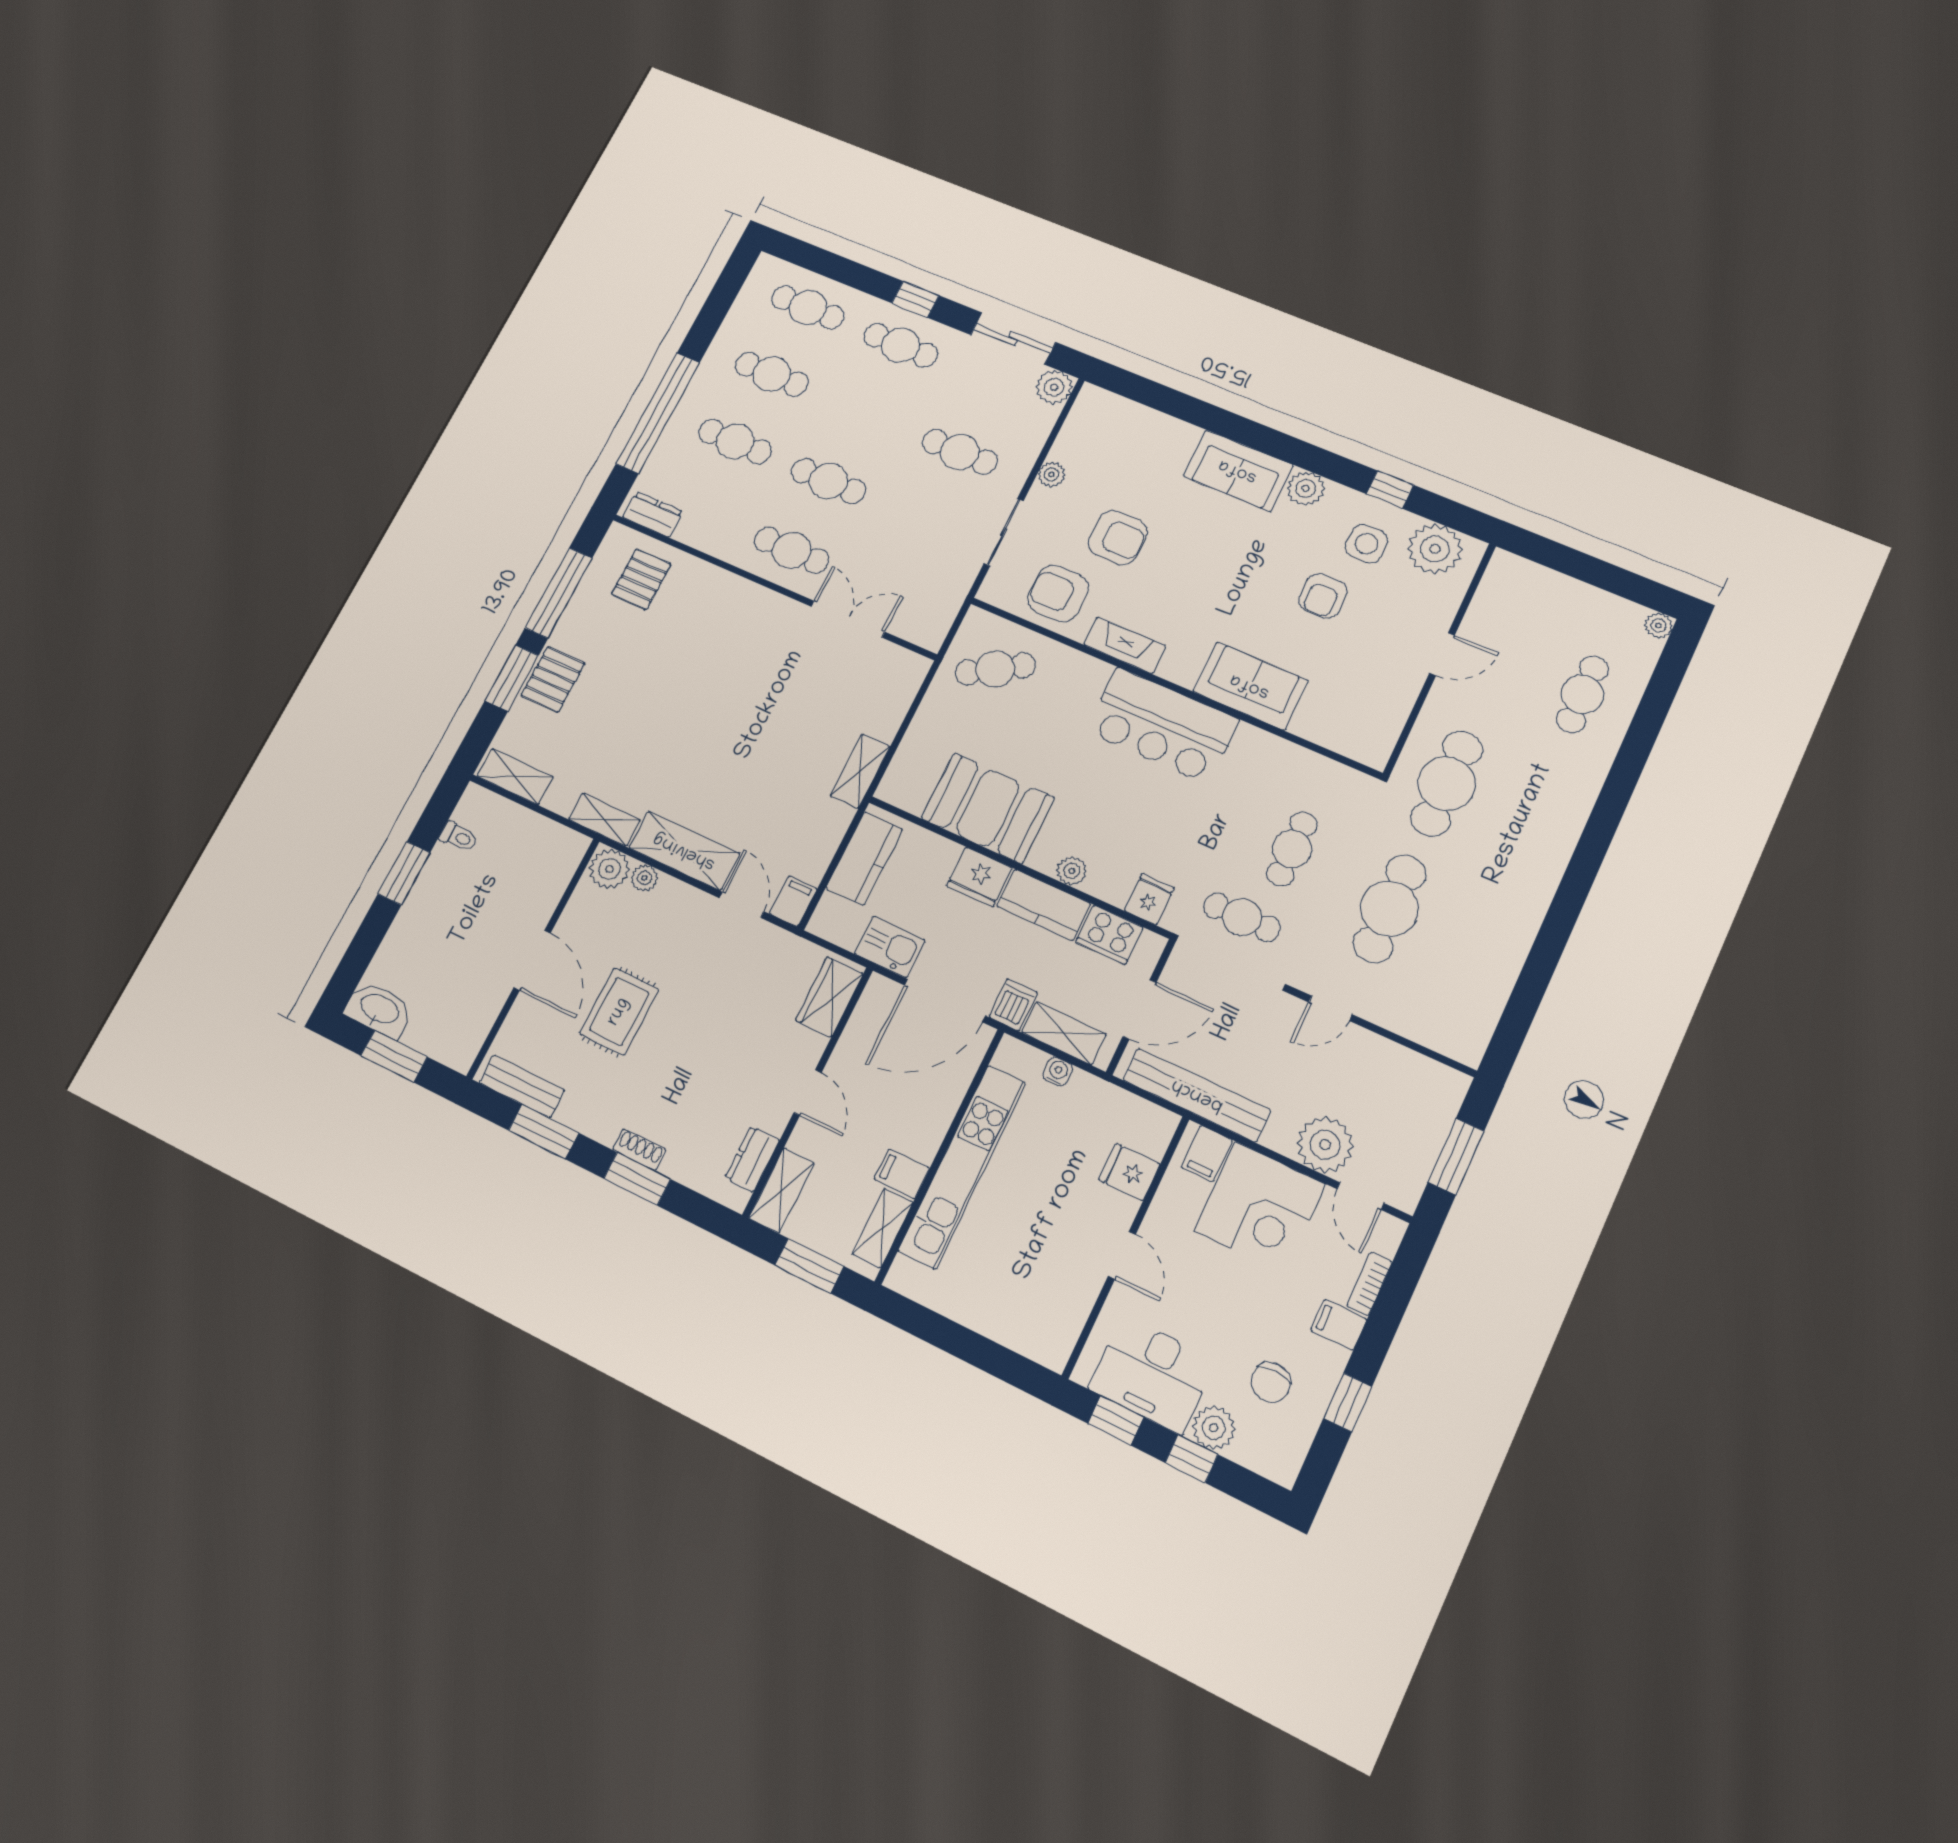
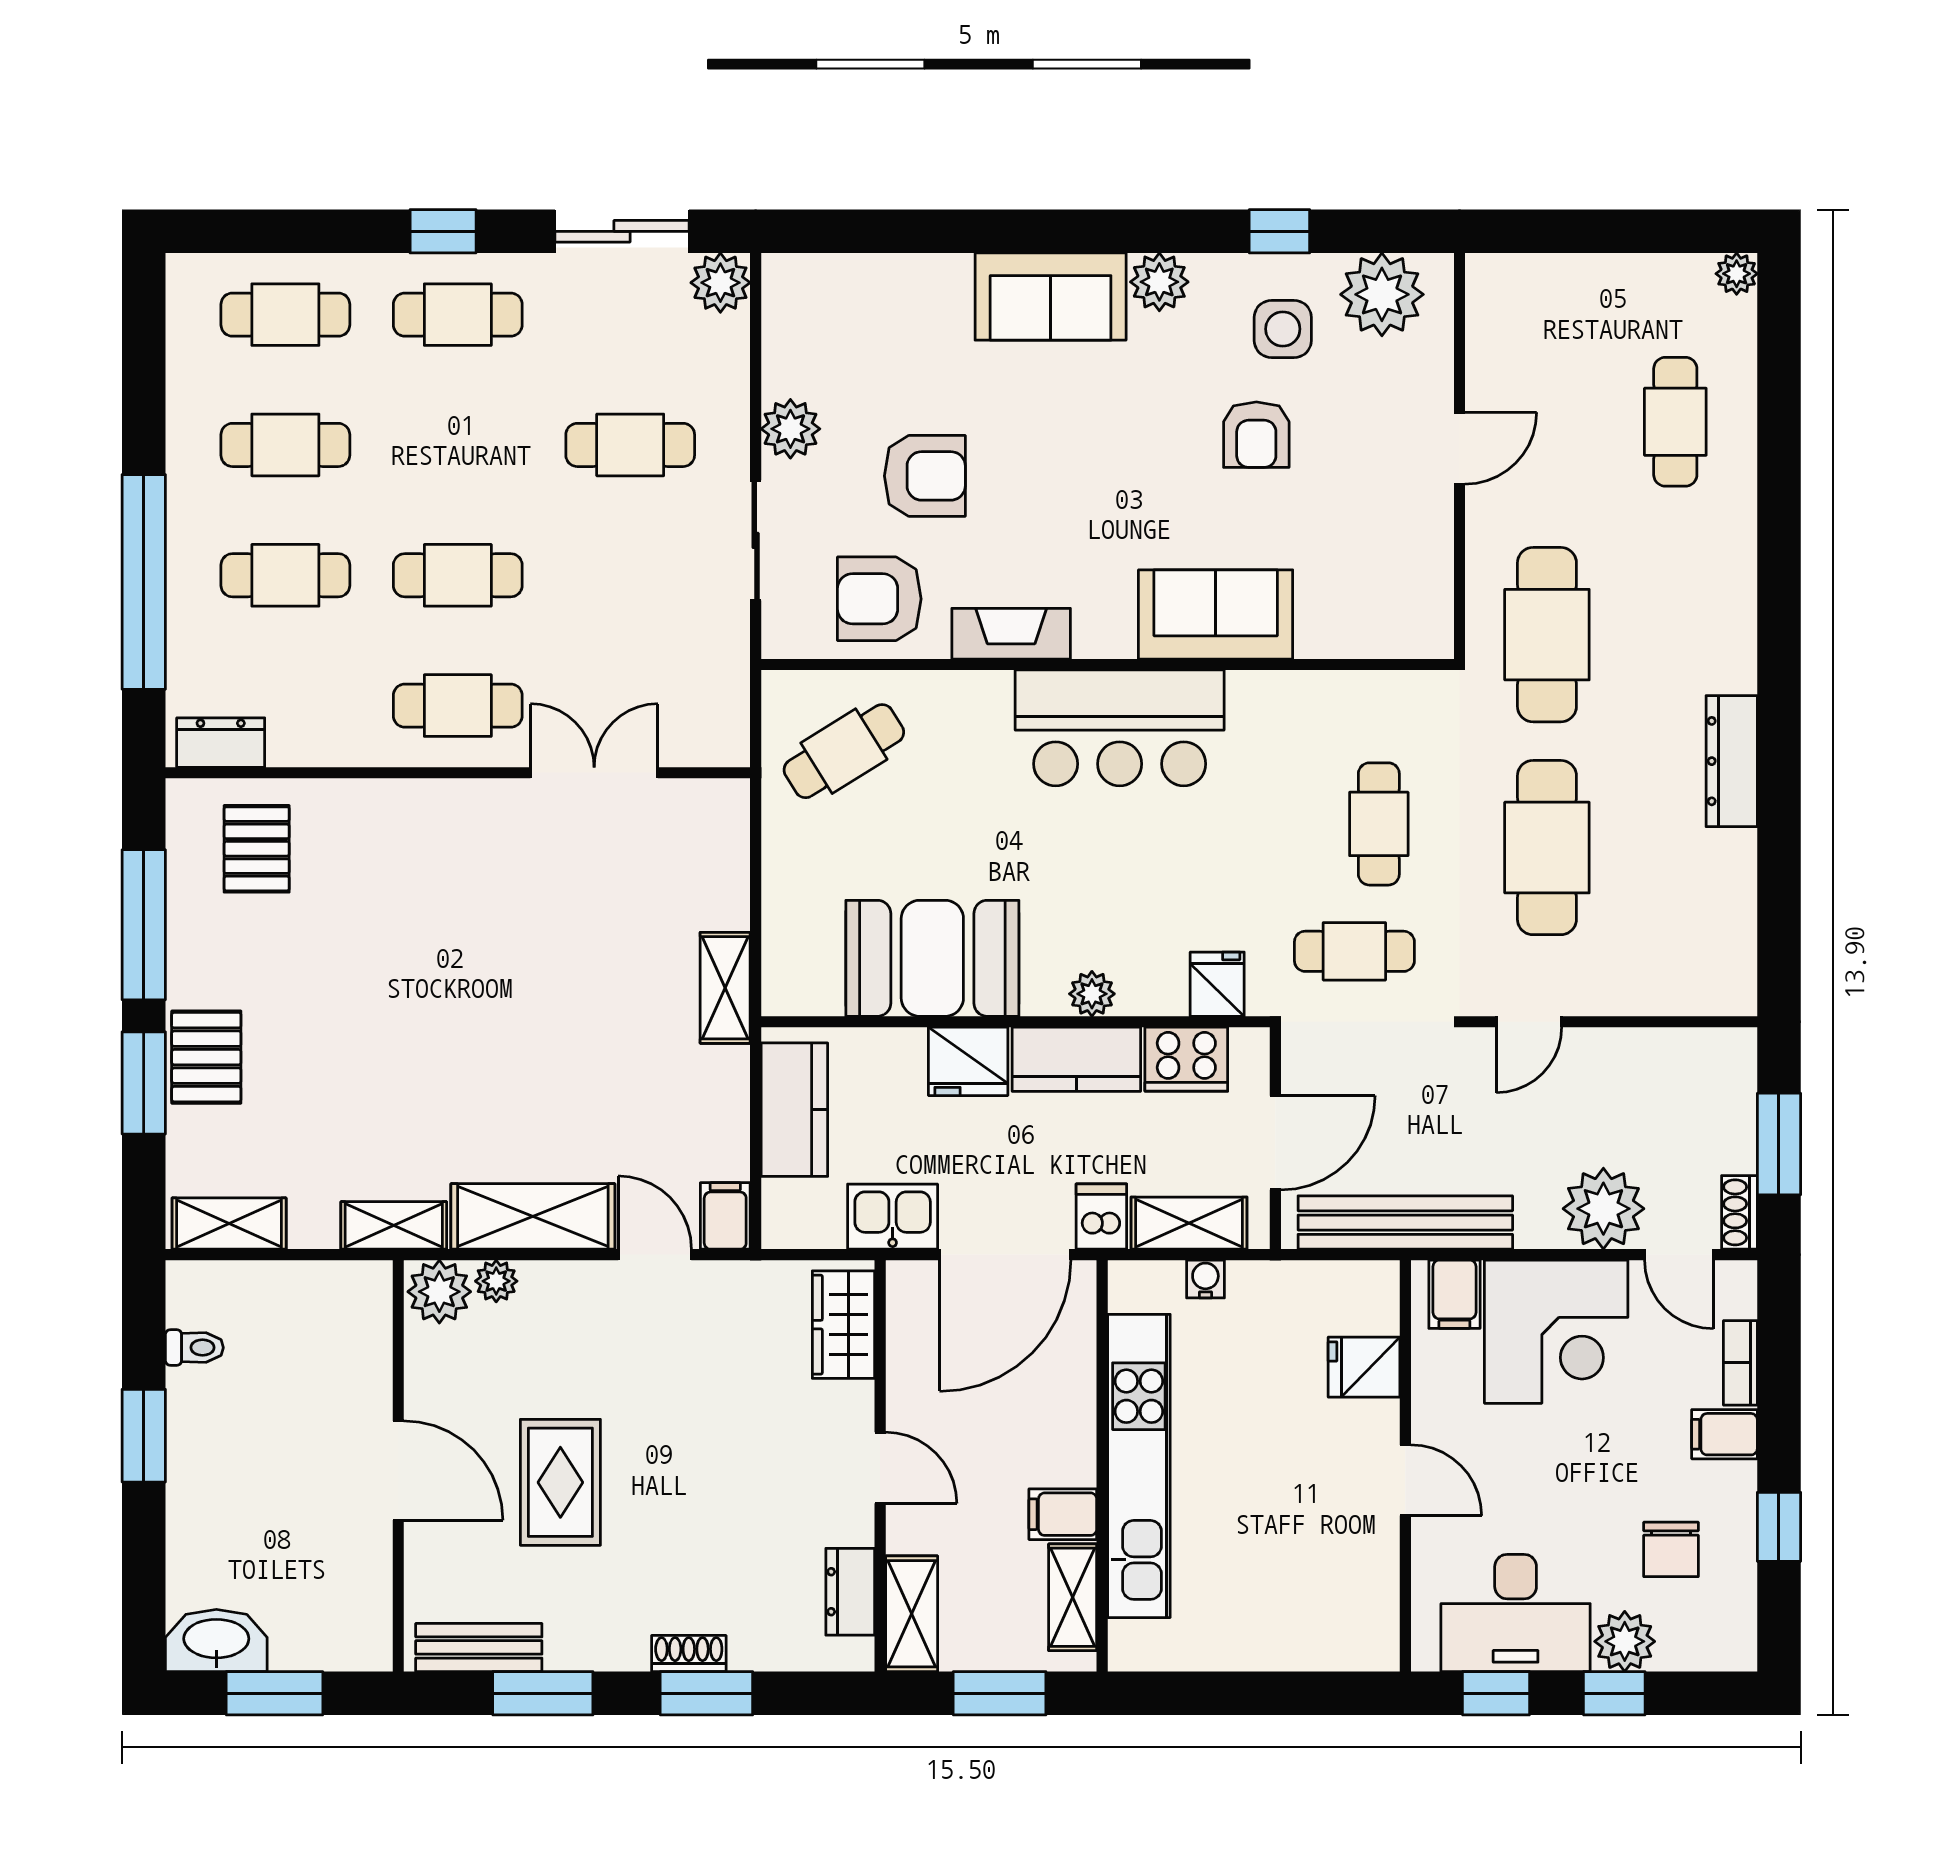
plant: (1052, 474) -> (790, 429), width x1.38, depth x1.38
dresser: (1529, 908) -> (1732, 761), added
shoe rack: (1411, 1188) -> (1739, 1212), added

